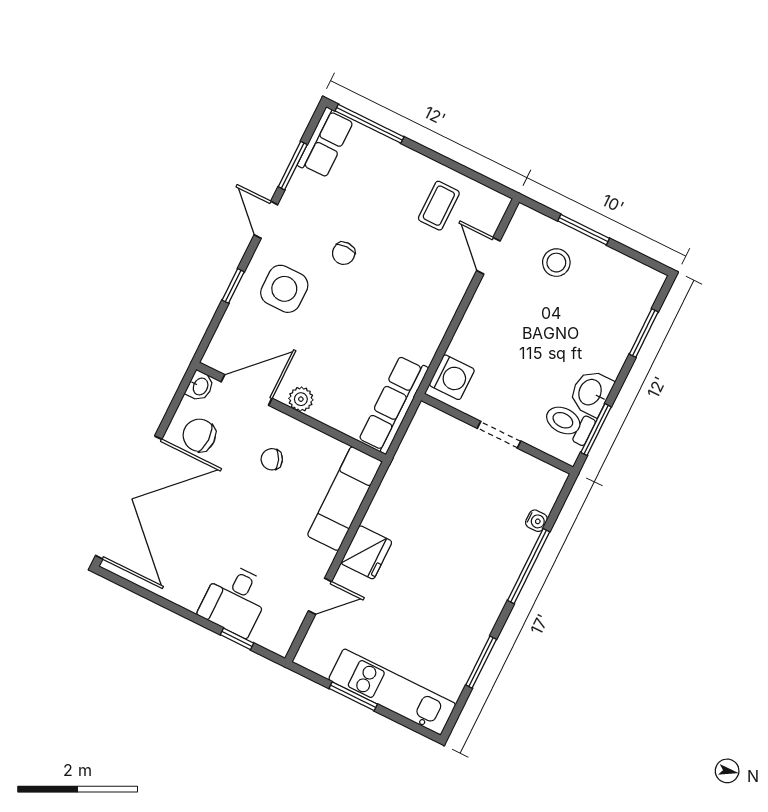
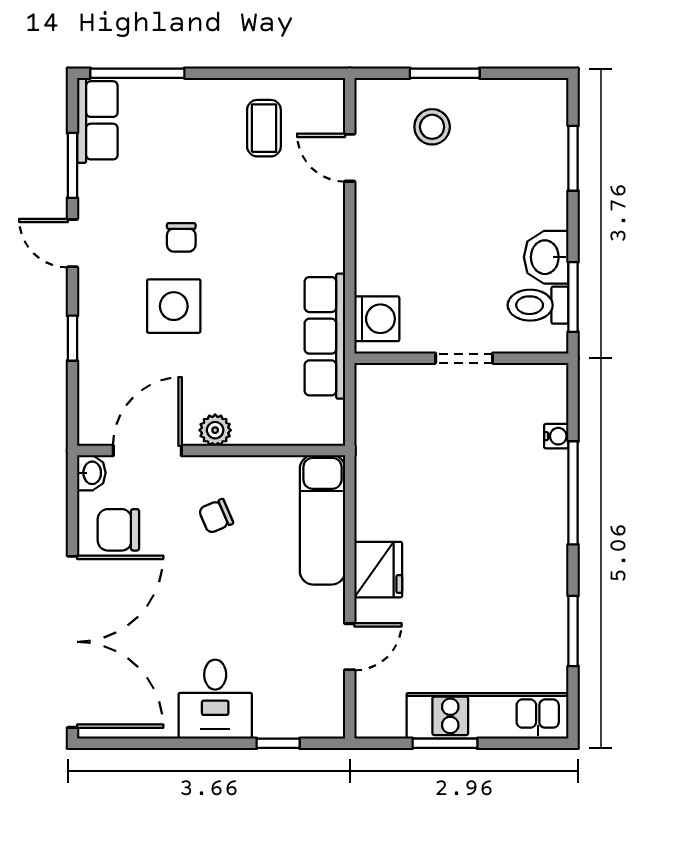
side table: (284, 289) -> (174, 306), moved
row of seats: (393, 404) -> (325, 336), moved
desk: (235, 600) -> (215, 699), moved

